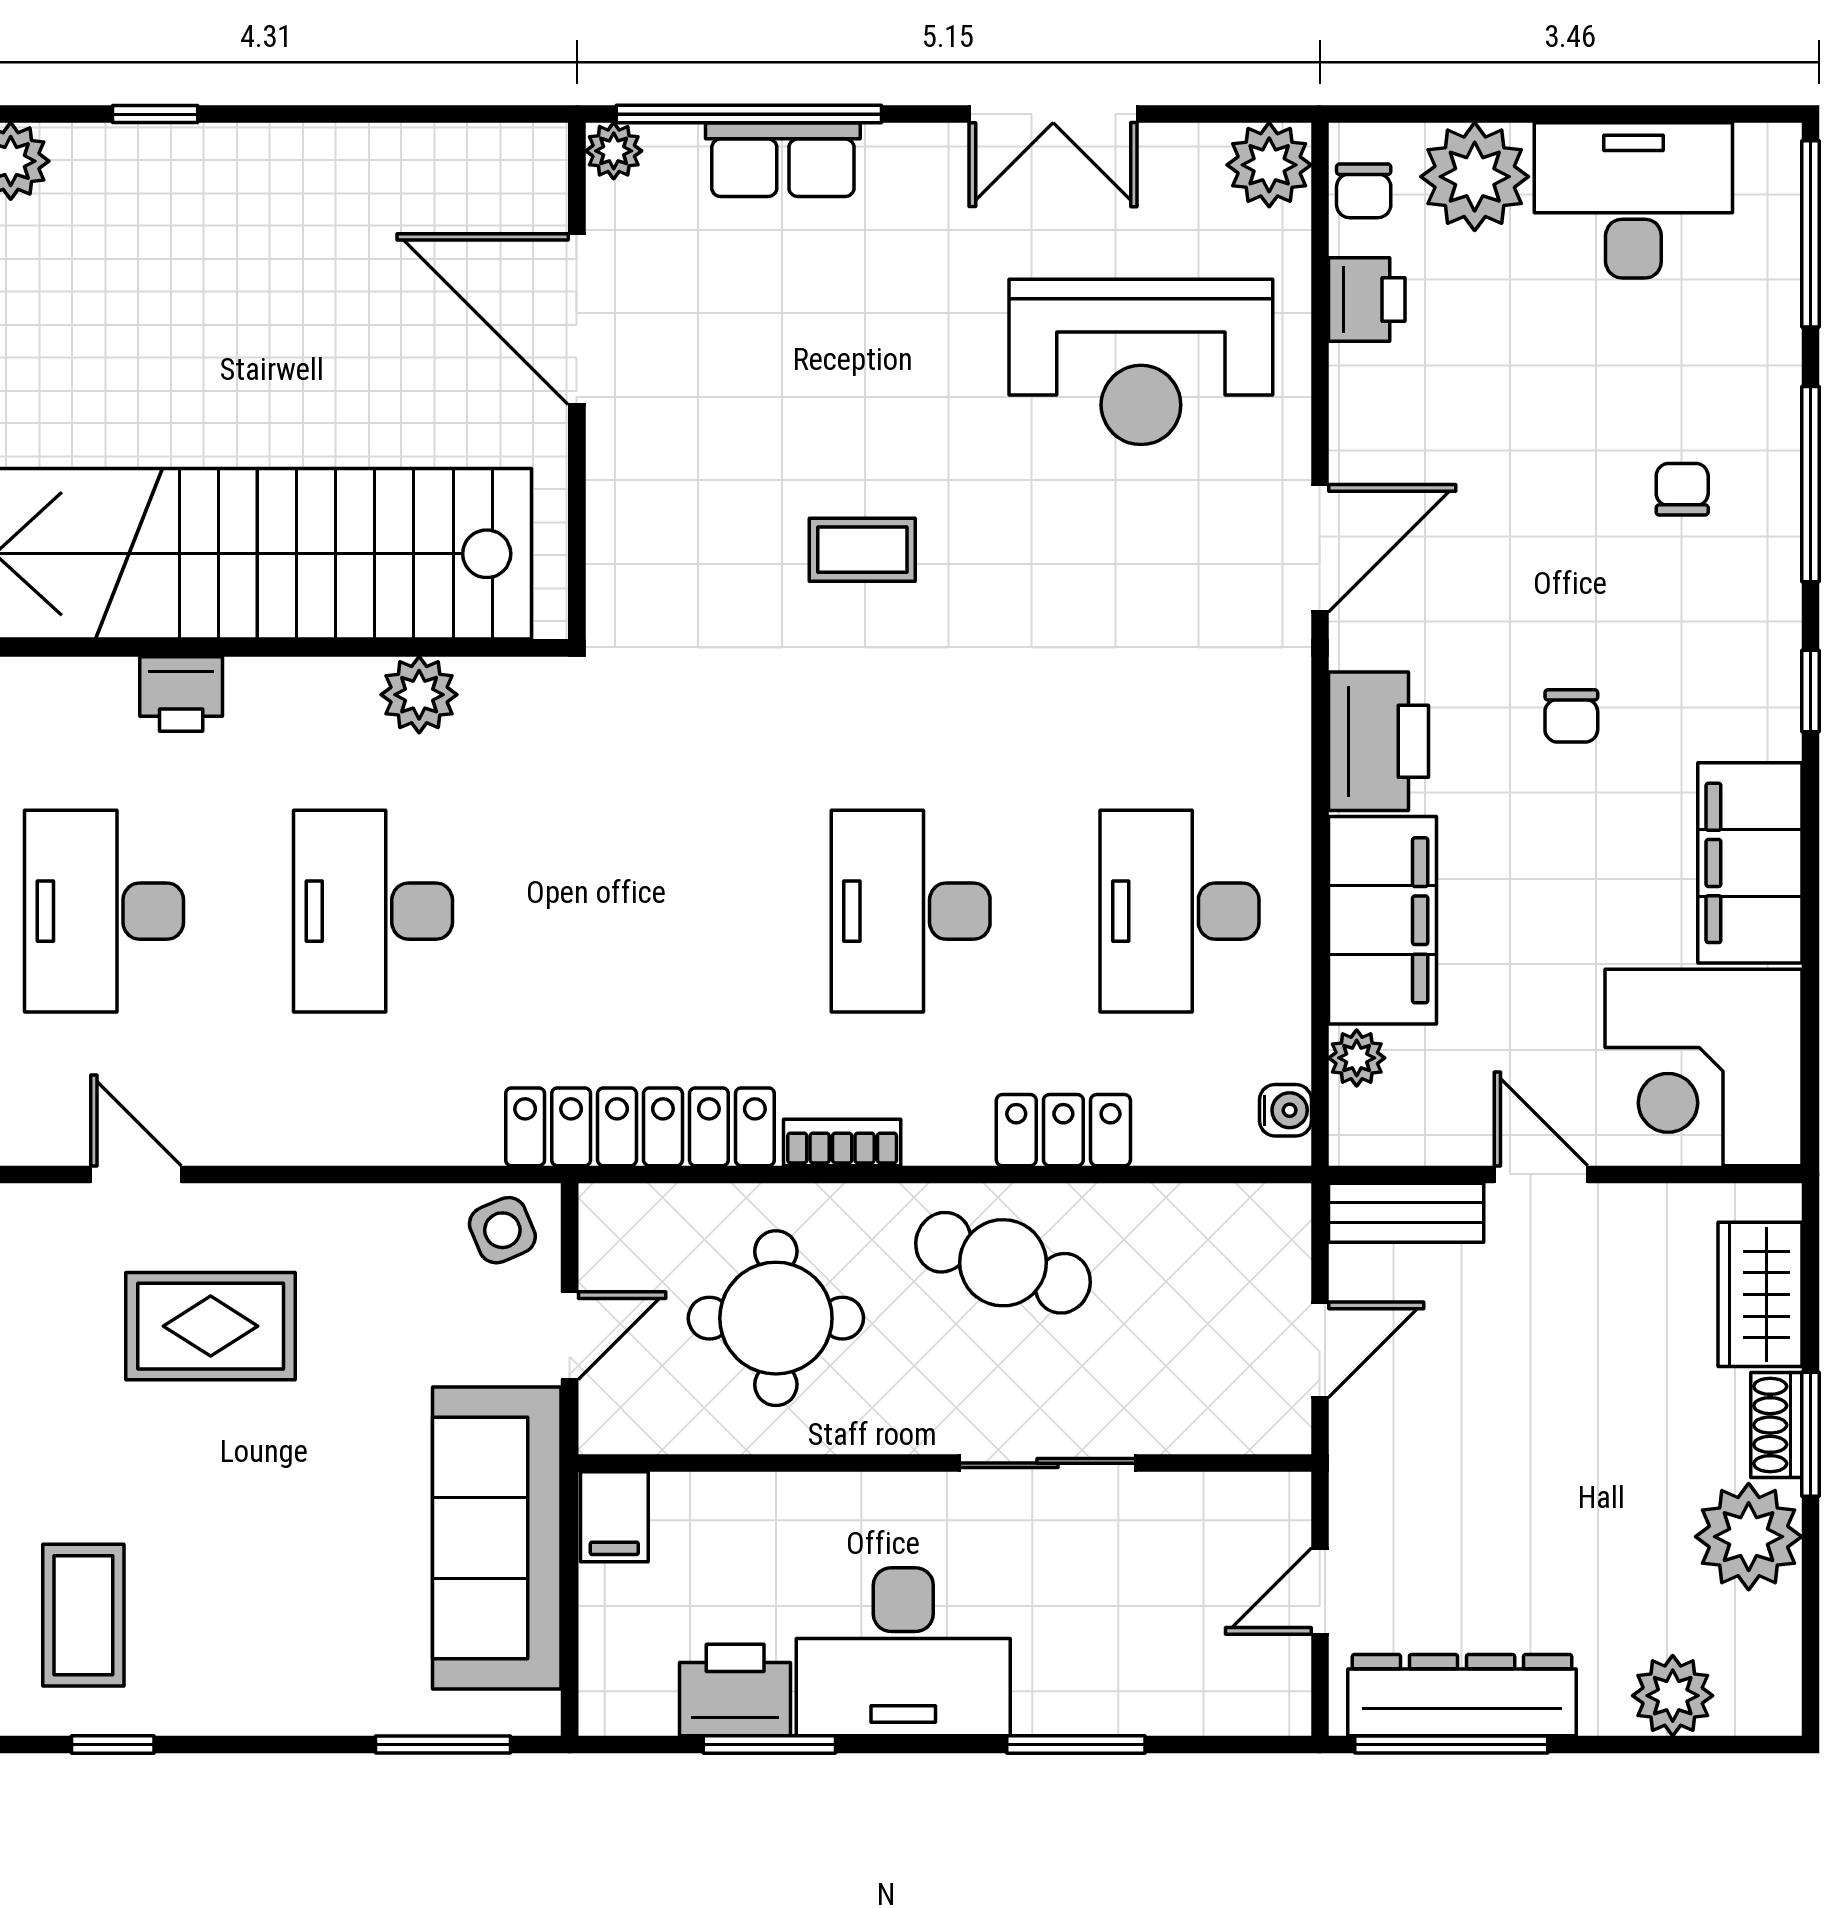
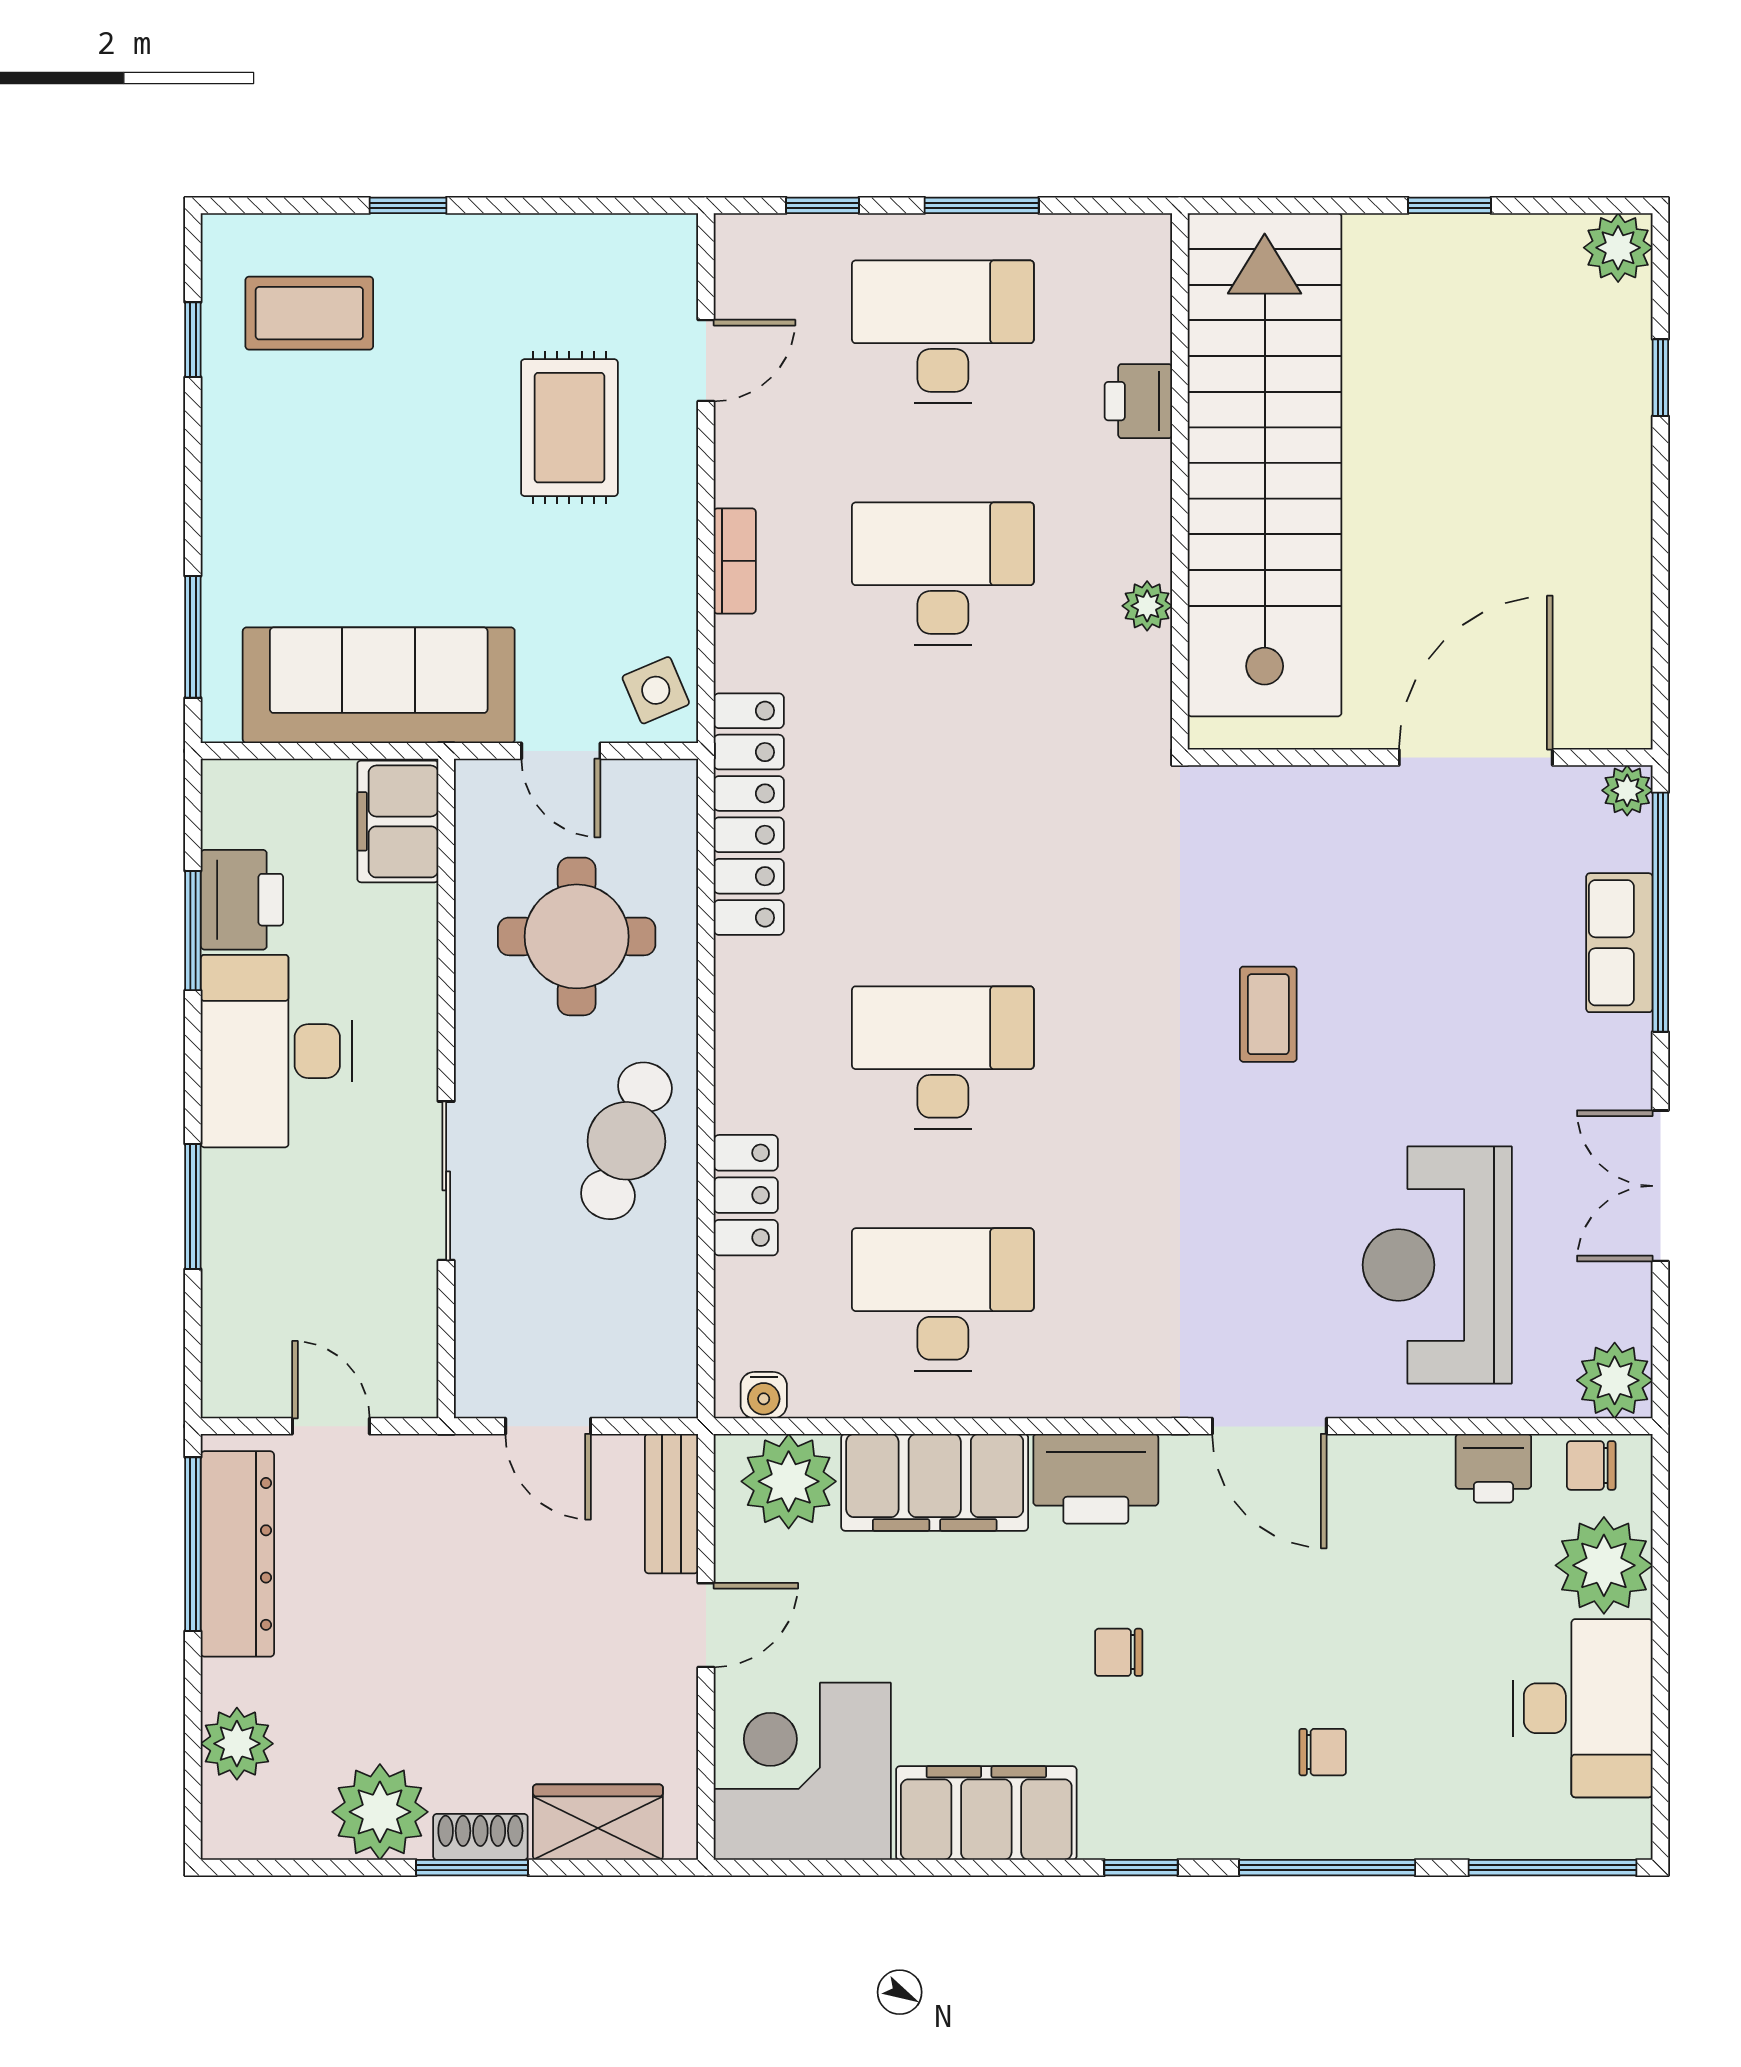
plant: (419, 695) -> (1147, 606), width x0.73, depth x0.73
plant: (1357, 1058) -> (789, 1481), width x1.88, depth x1.88
bookcase: (842, 1142) -> (735, 561), moved
filing cabinet: (614, 1517) -> (398, 821), width x2.00

